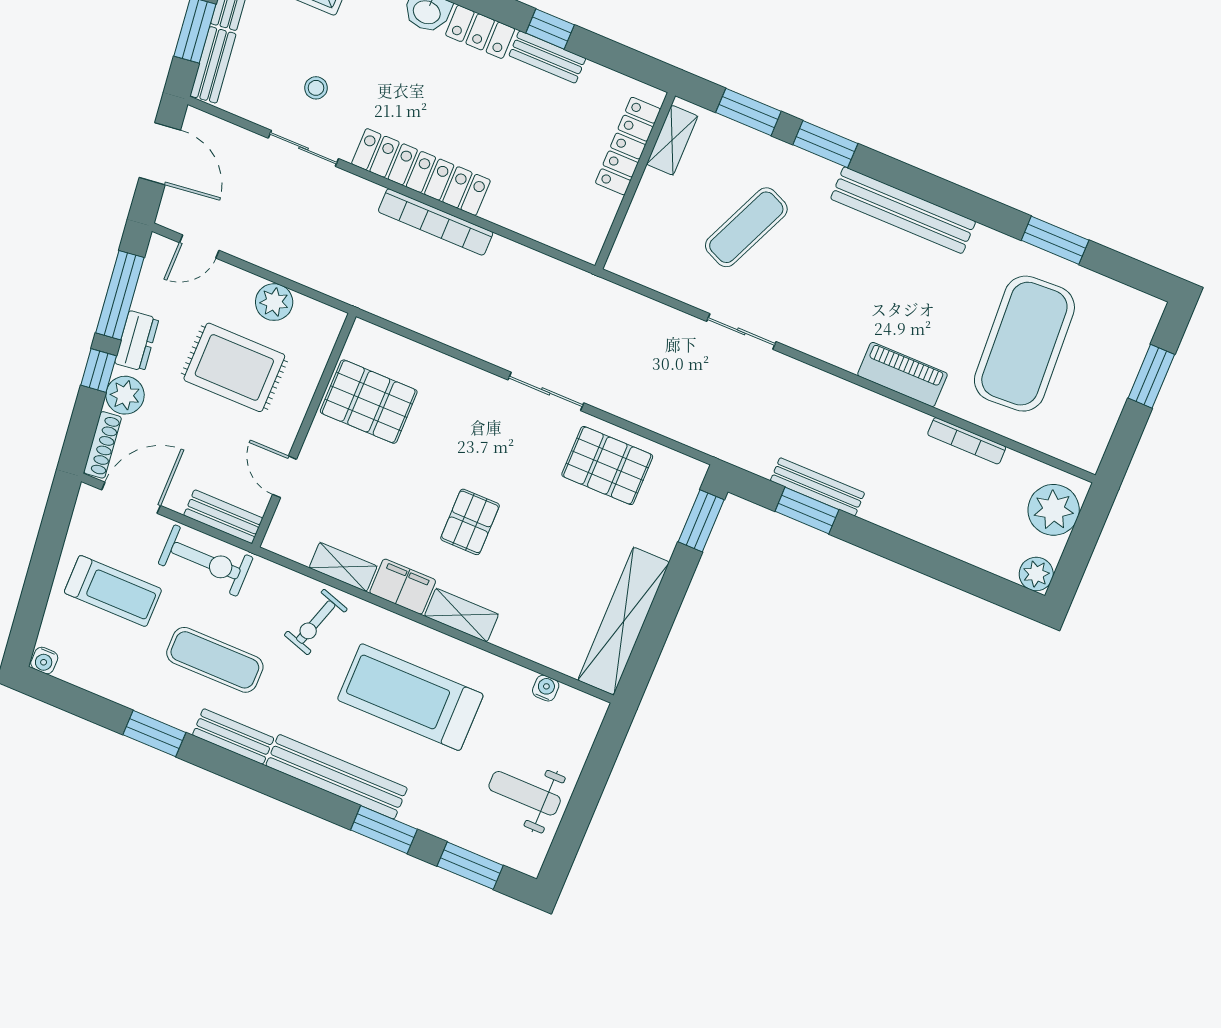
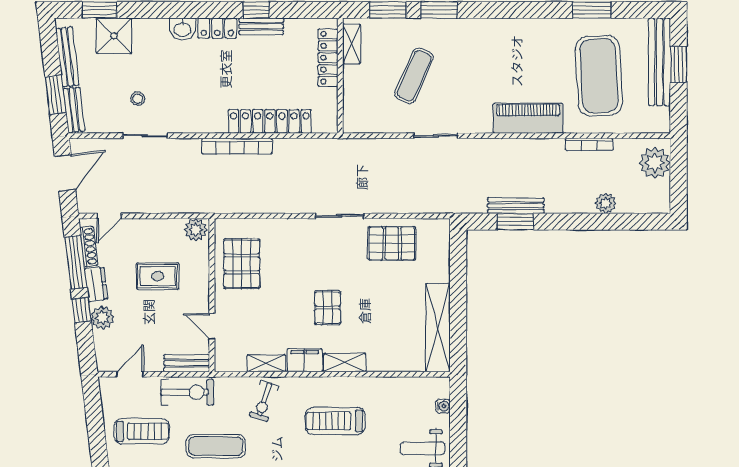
door: (160, 154) -> (65, 173), hinge flipped
locker: (421, 172) -> (270, 121), moved
bench: (903, 210) -> (660, 62), moved, turned 90
plant: (274, 302) -> (196, 230), moved
rug: (234, 367) -> (158, 276), width x0.73, depth x0.70
piano: (902, 374) -> (528, 118), width x1.37, depth x1.33
pallet: (369, 402) -> (242, 264), turned 90
shoe rack: (103, 445) -> (89, 246), moved
door: (131, 498) -> (130, 374), width x0.73
window: (701, 521) -> (458, 252), removed
plant: (1036, 574) -> (606, 203), moved
water cooler: (546, 688) -> (443, 406), moved, turned 90
treadmill: (410, 697) -> (335, 421), width x0.73, depth x0.73

